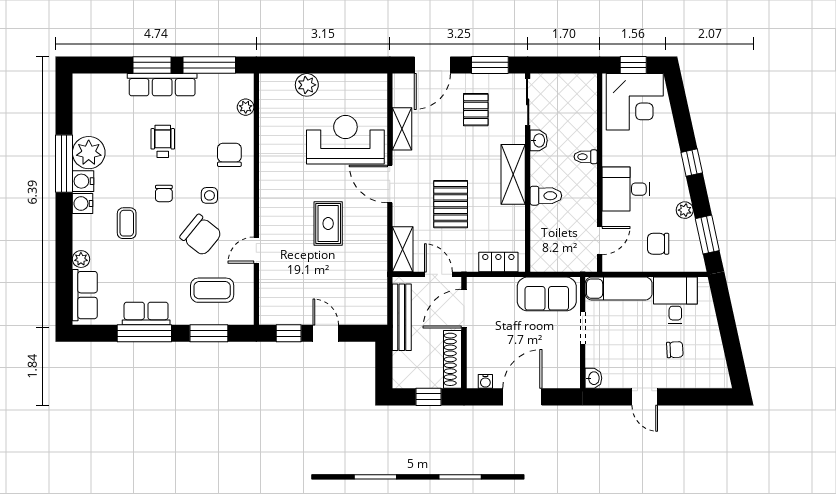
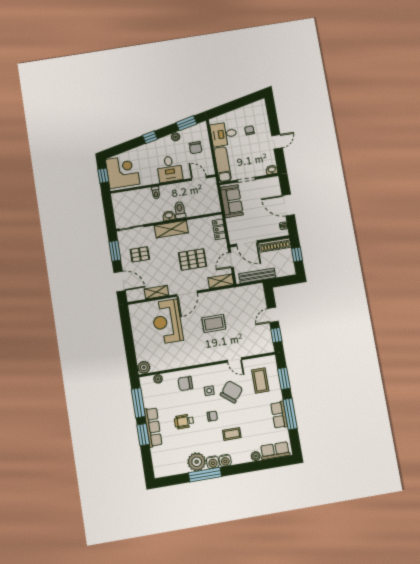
plant: (307, 85) -> (144, 367), moved
washbasin: (539, 140) -> (169, 216), moved

